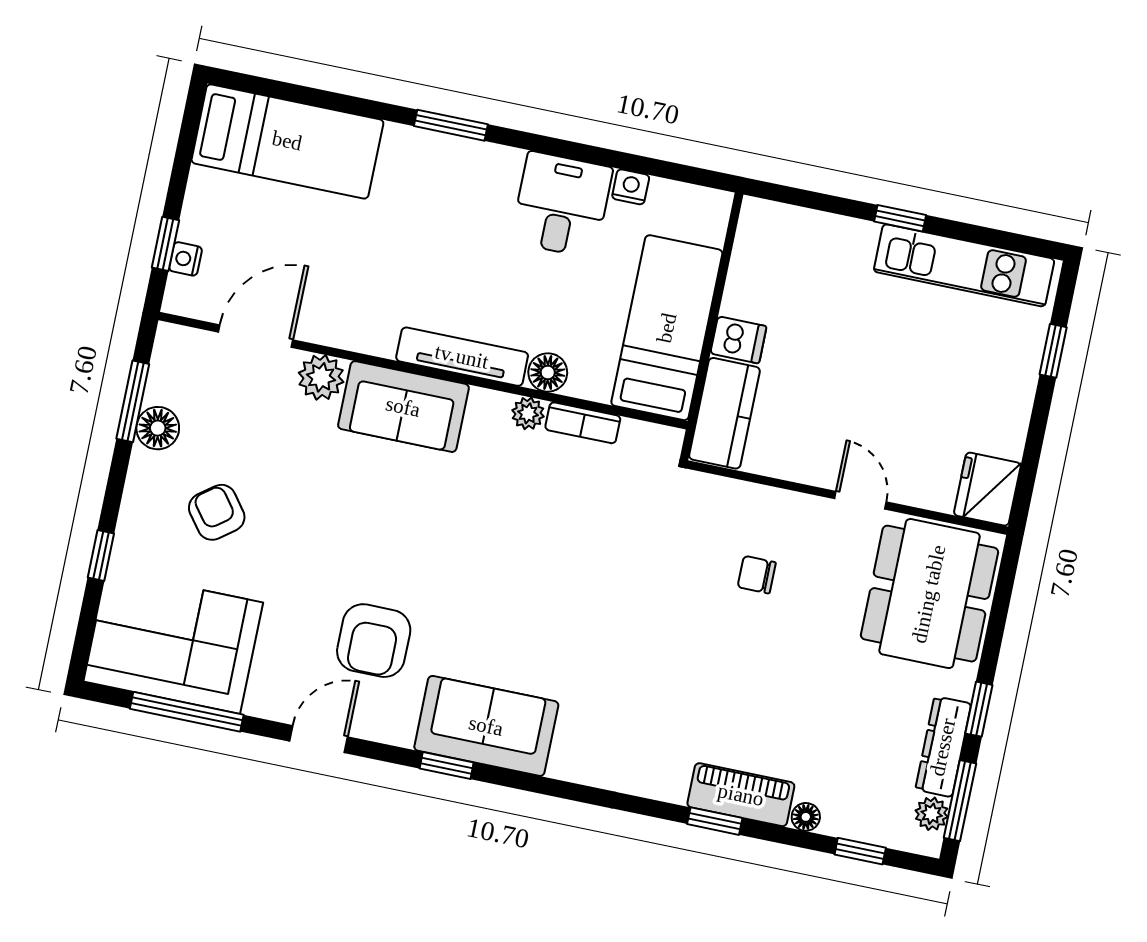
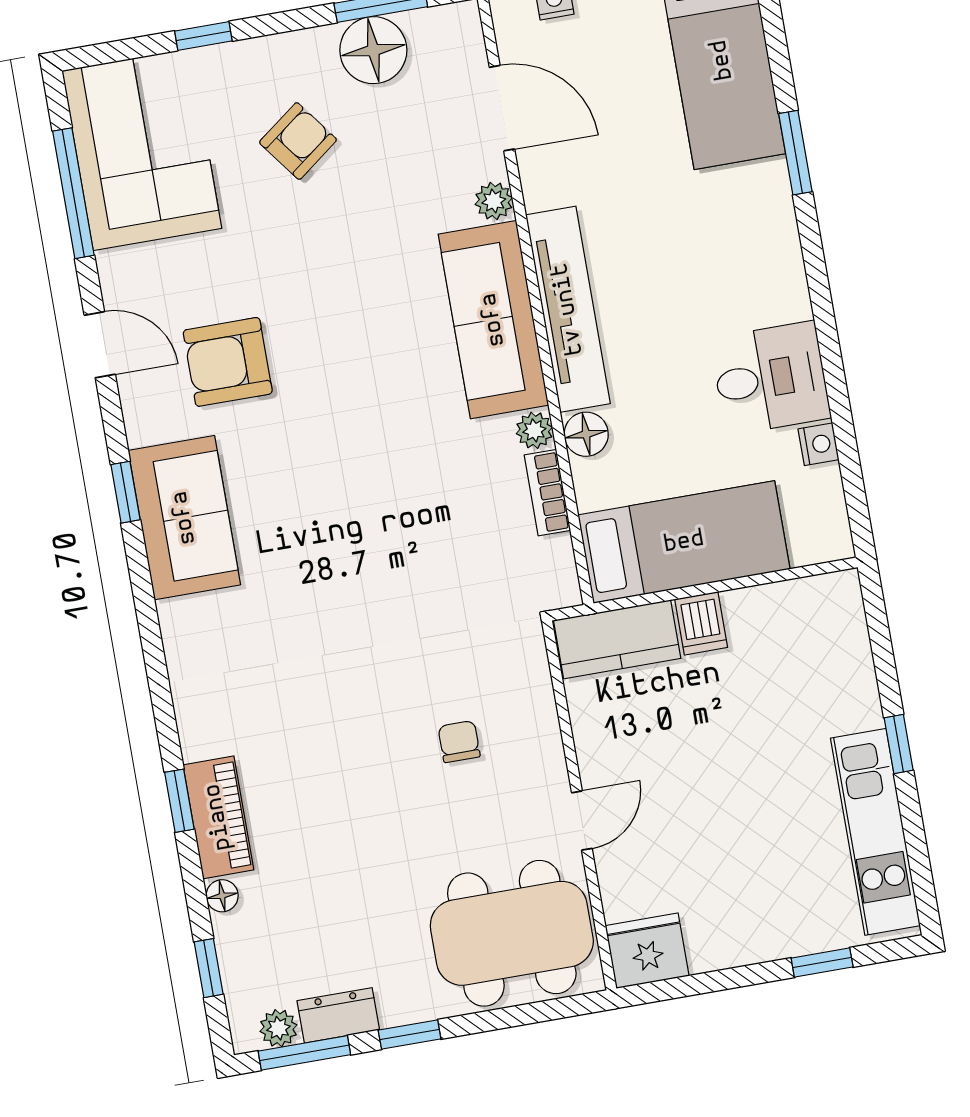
window: (451, 125) -> (795, 153), moved
tv unit: (462, 357) -> (568, 309), width x1.36, depth x1.29
plant: (321, 377) -> (494, 201), width x0.73, depth x0.73
sofa: (403, 407) -> (493, 320), width x1.36
floor lamp: (158, 428) -> (373, 50), width x1.38, depth x1.38
dresser: (943, 747) -> (338, 1015), width x0.70

